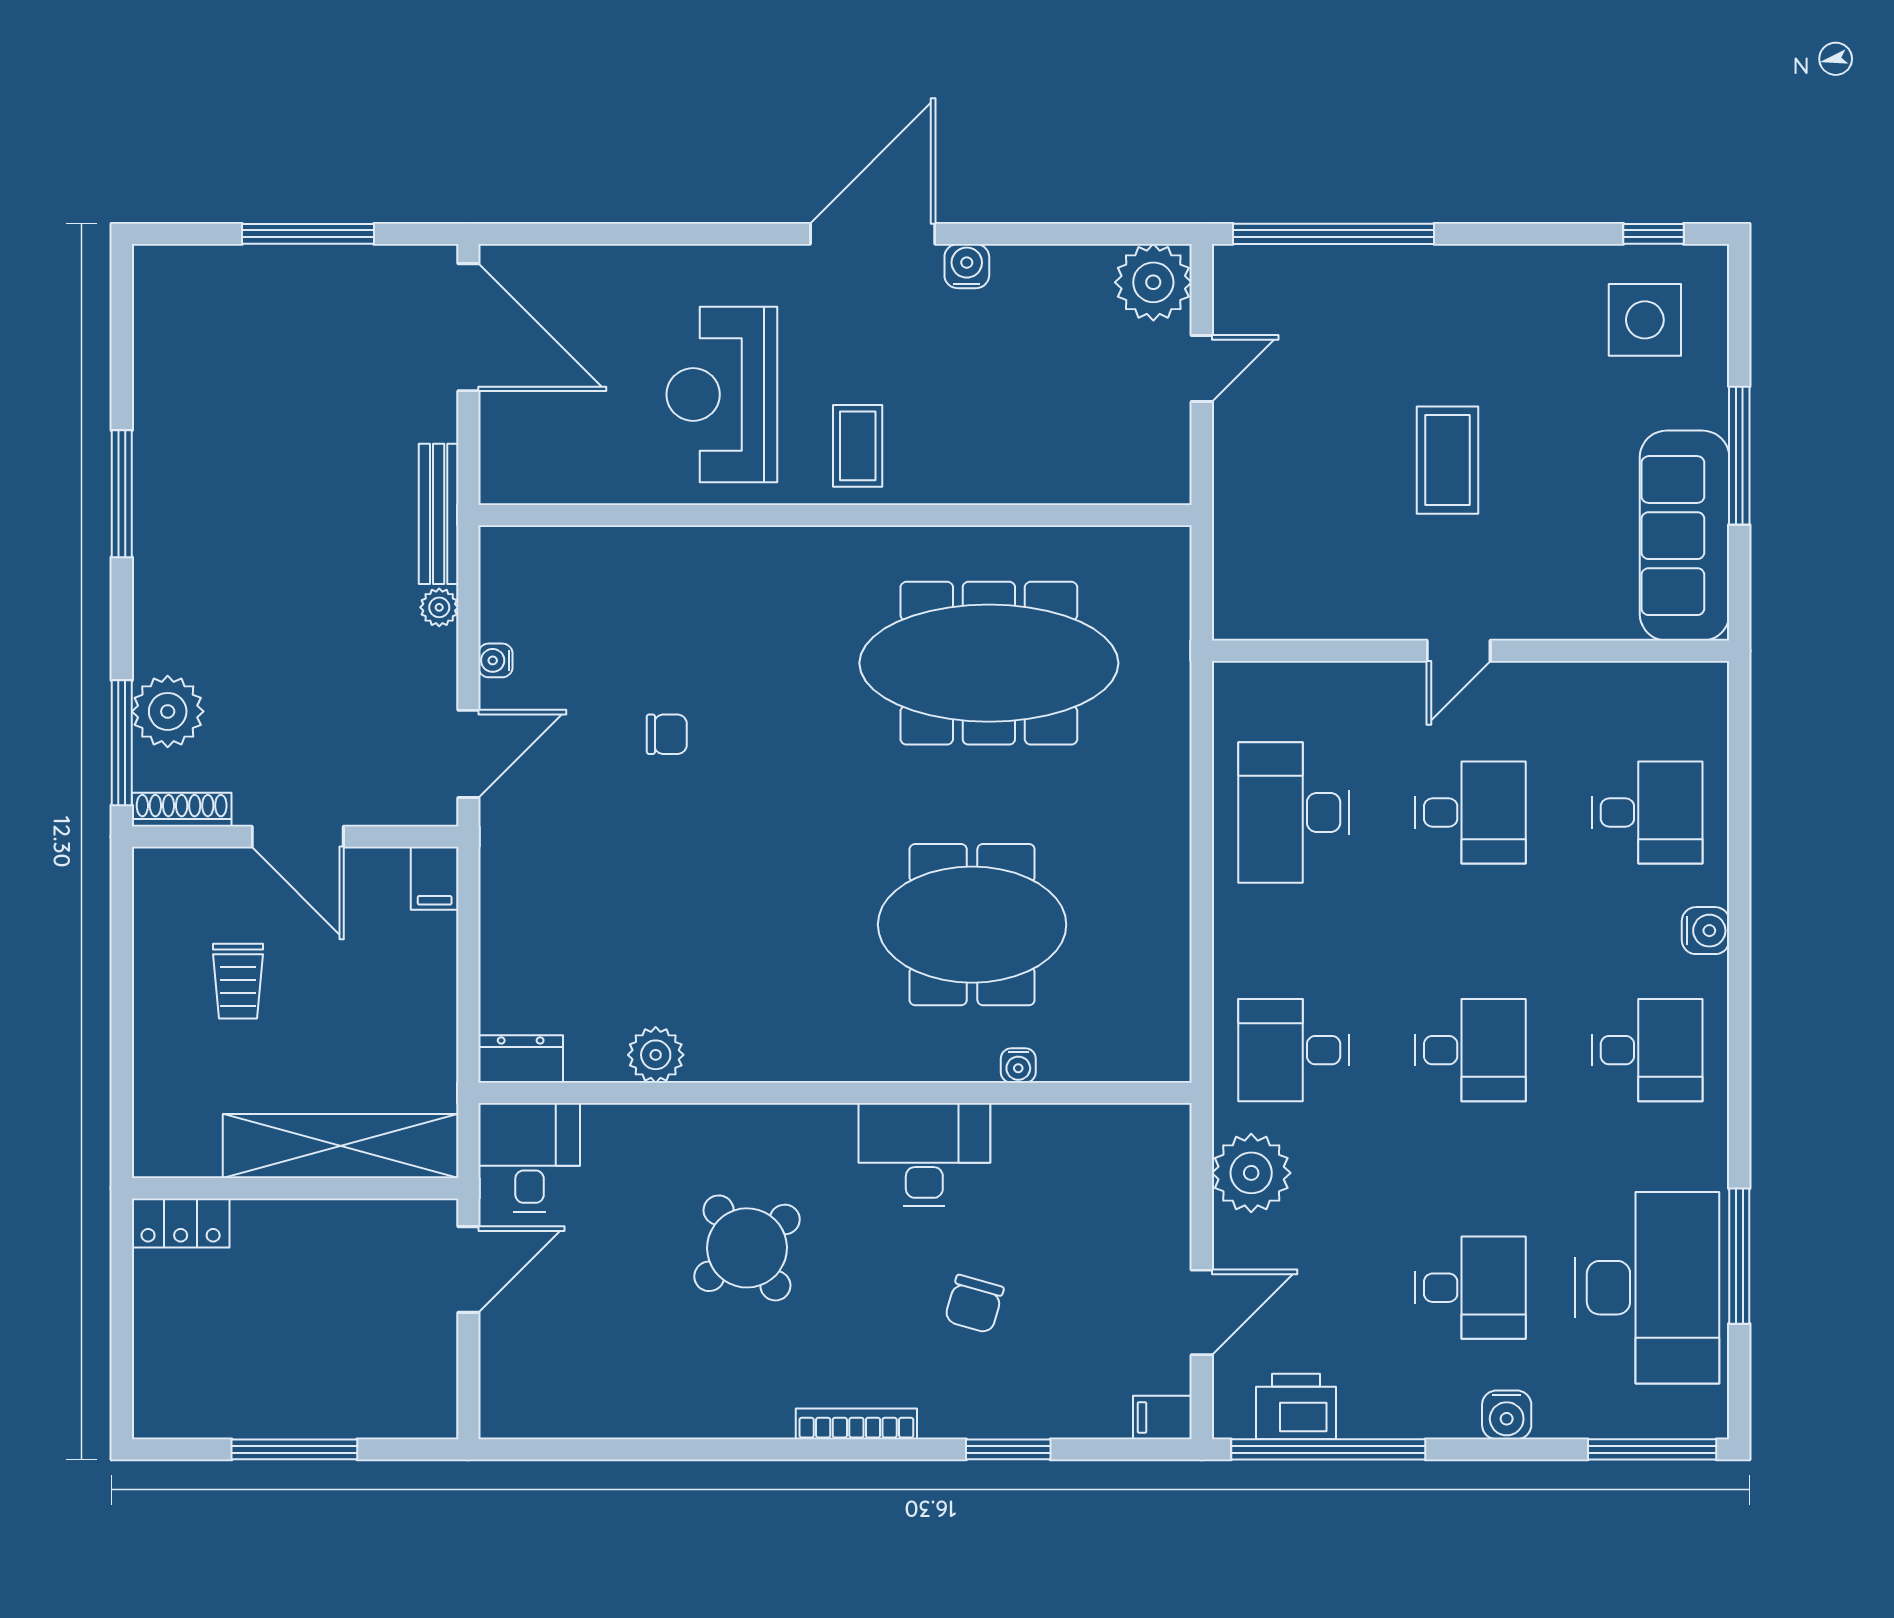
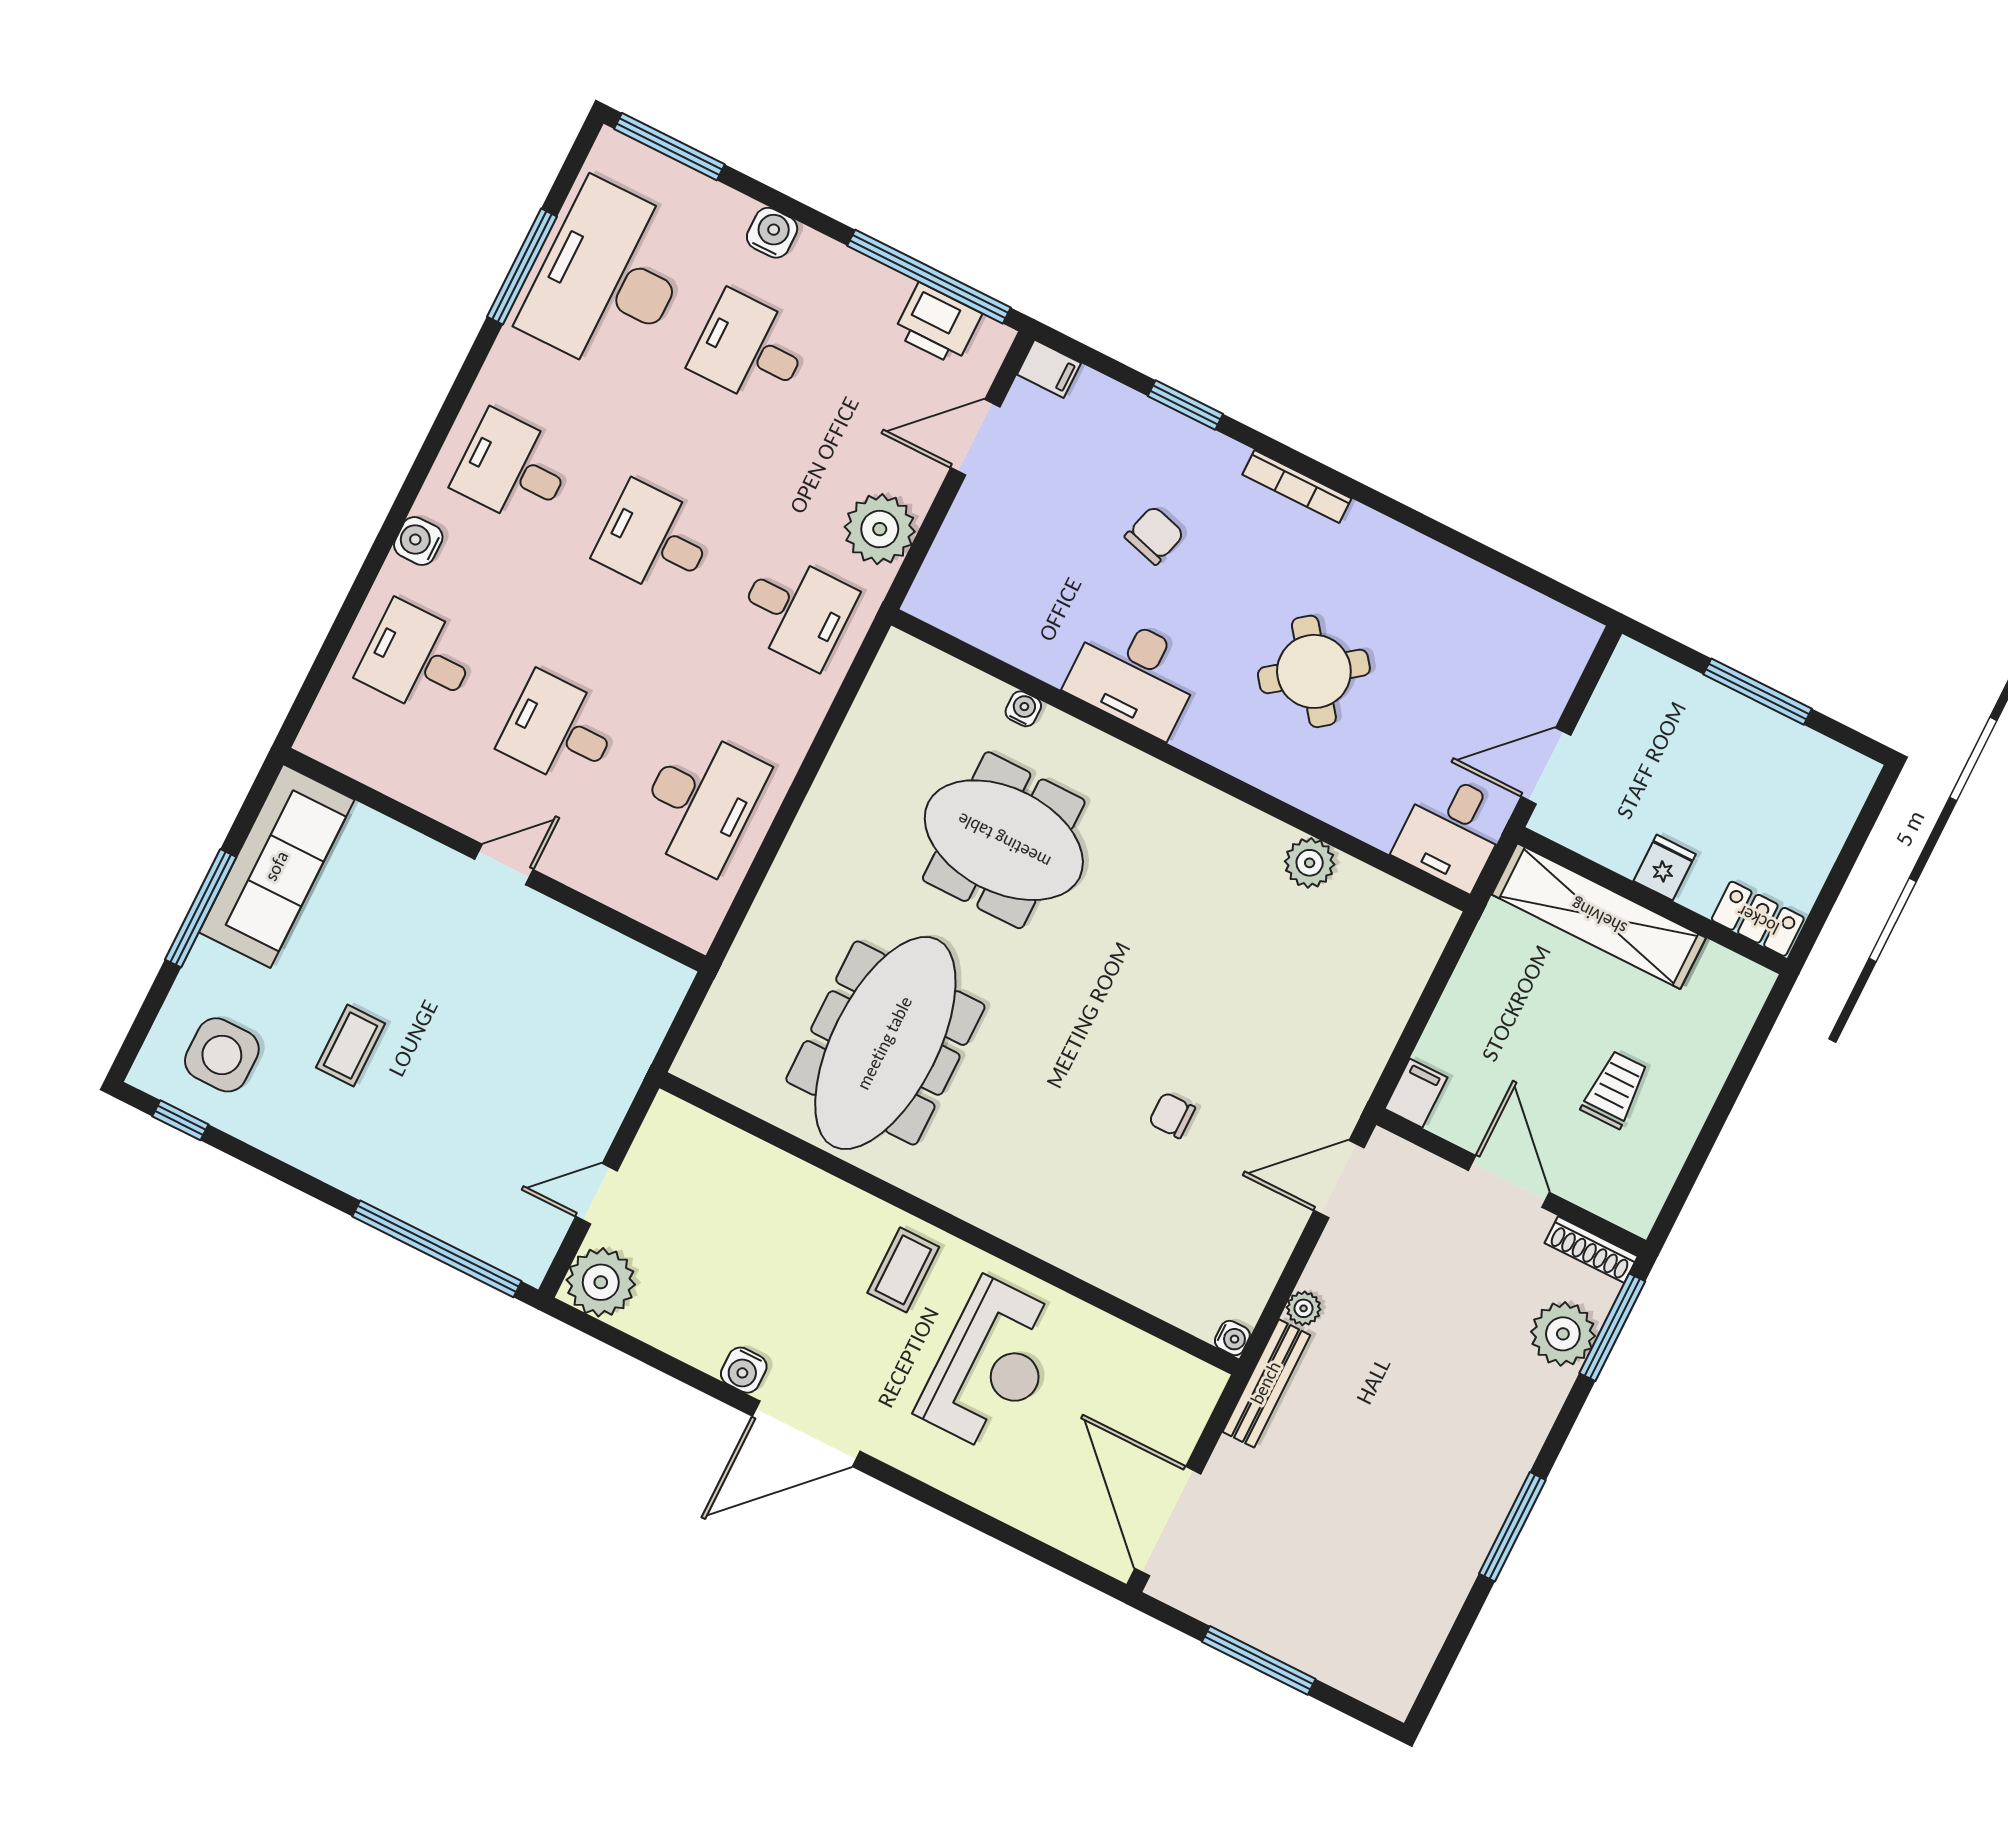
coffee table: (1447, 460) -> (351, 1046), moved, width x0.73, depth x0.77
water cooler: (495, 660) -> (1232, 1338), moved
meeting table: (989, 663) -> (885, 1043), turned 90
dresser: (521, 1059) -> (1420, 914), removed
fridge: (299, 1227) -> (1665, 868), added

